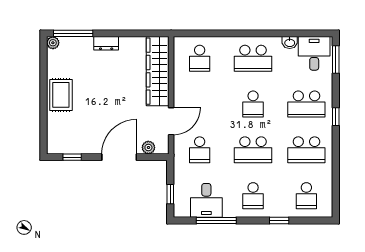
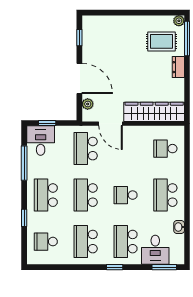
desk: (314, 53) -> (155, 250), moved, turned 90
rug: (61, 95) -> (161, 41), moved
school desk: (200, 150) -> (86, 149), width x1.85
school desk: (253, 196) -> (46, 195), width x1.85
desk: (206, 200) -> (41, 141), moved, turned 90

